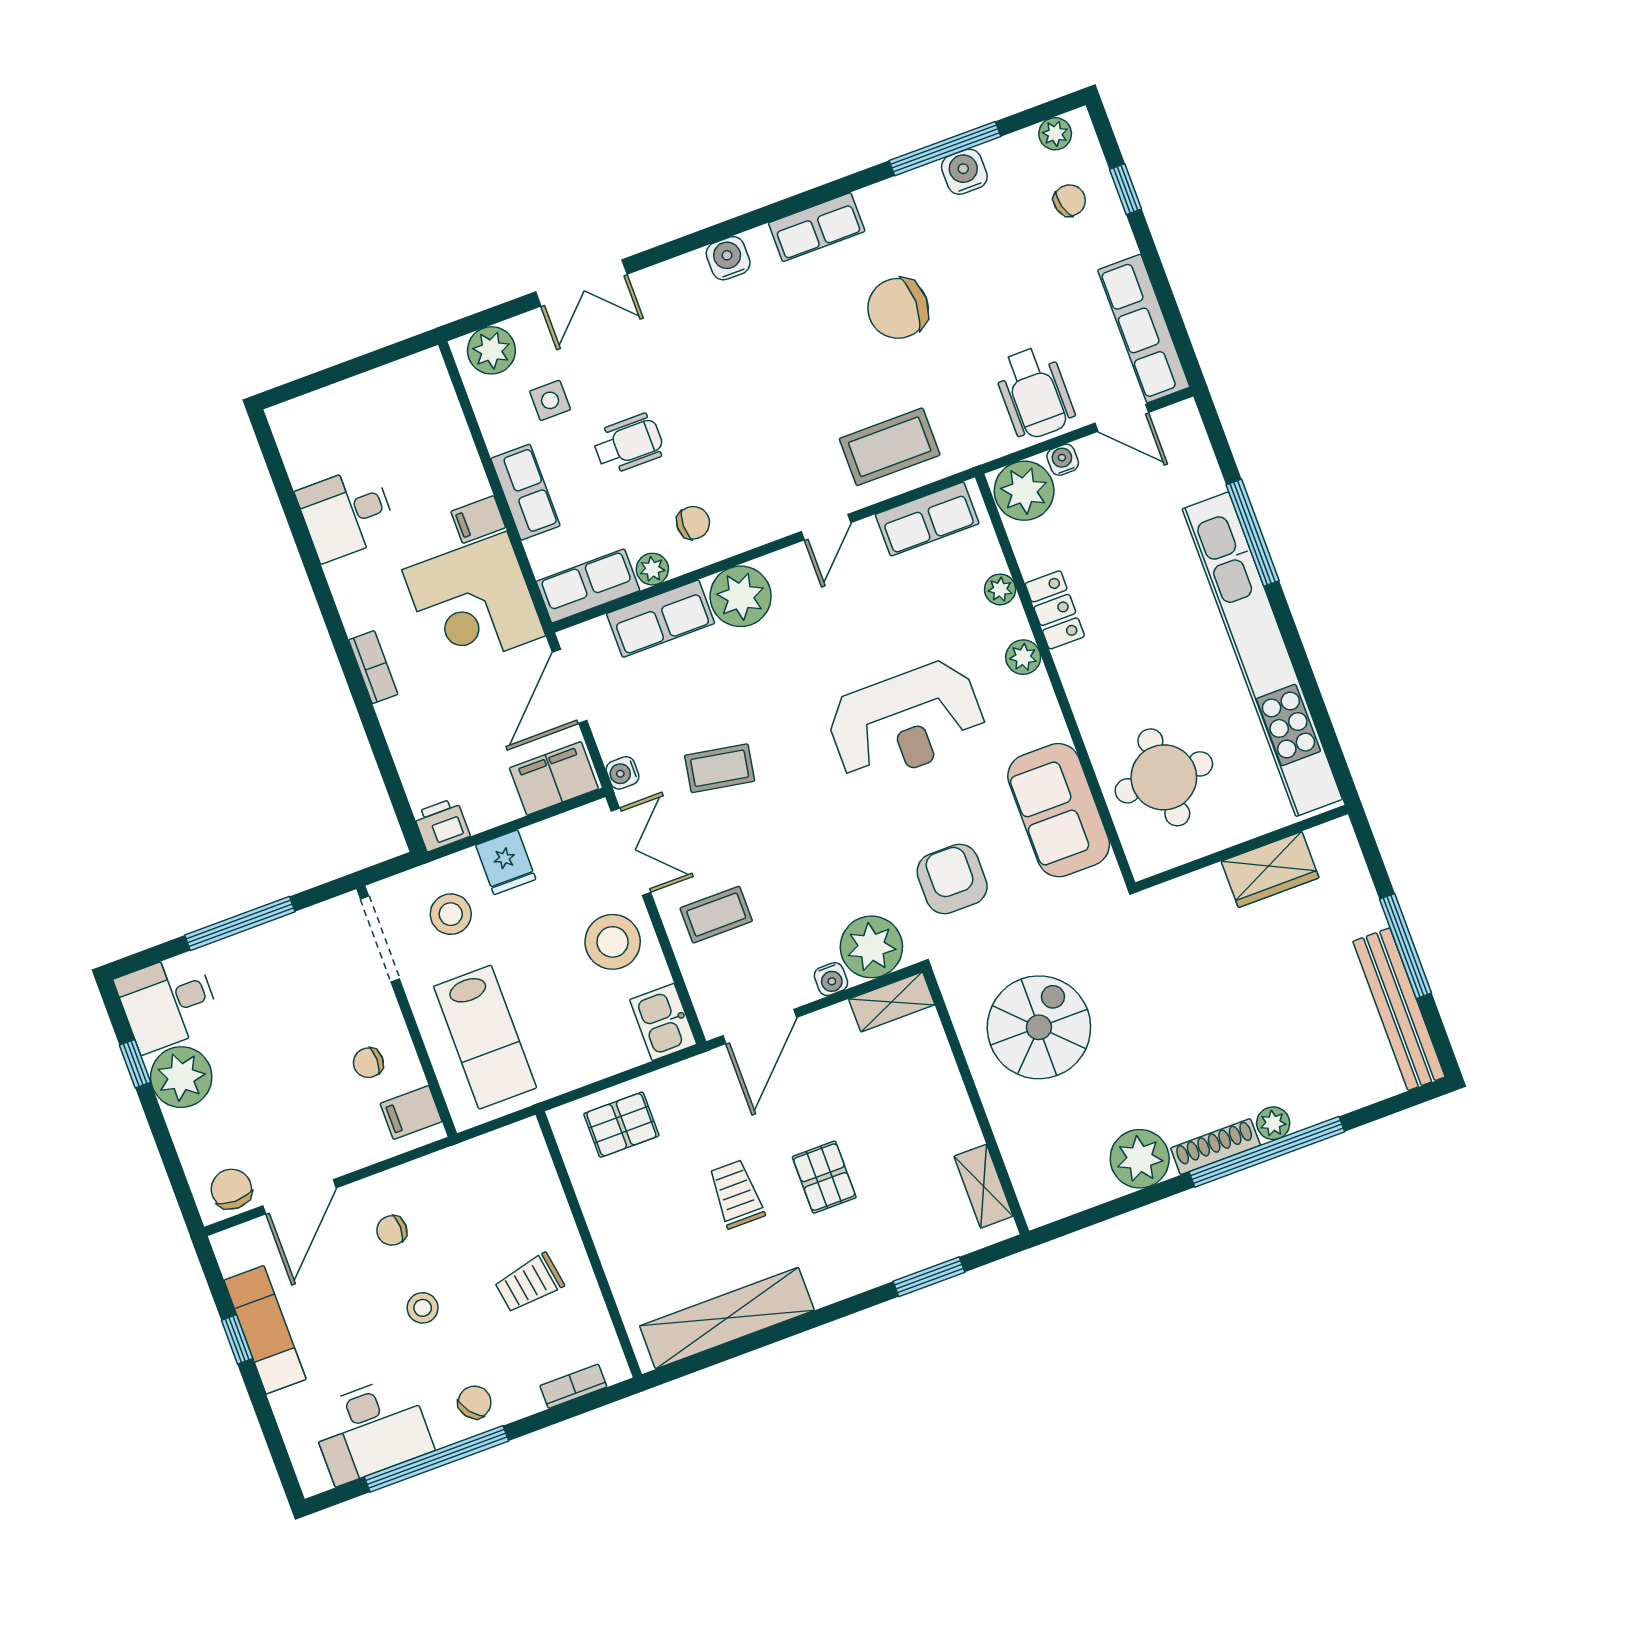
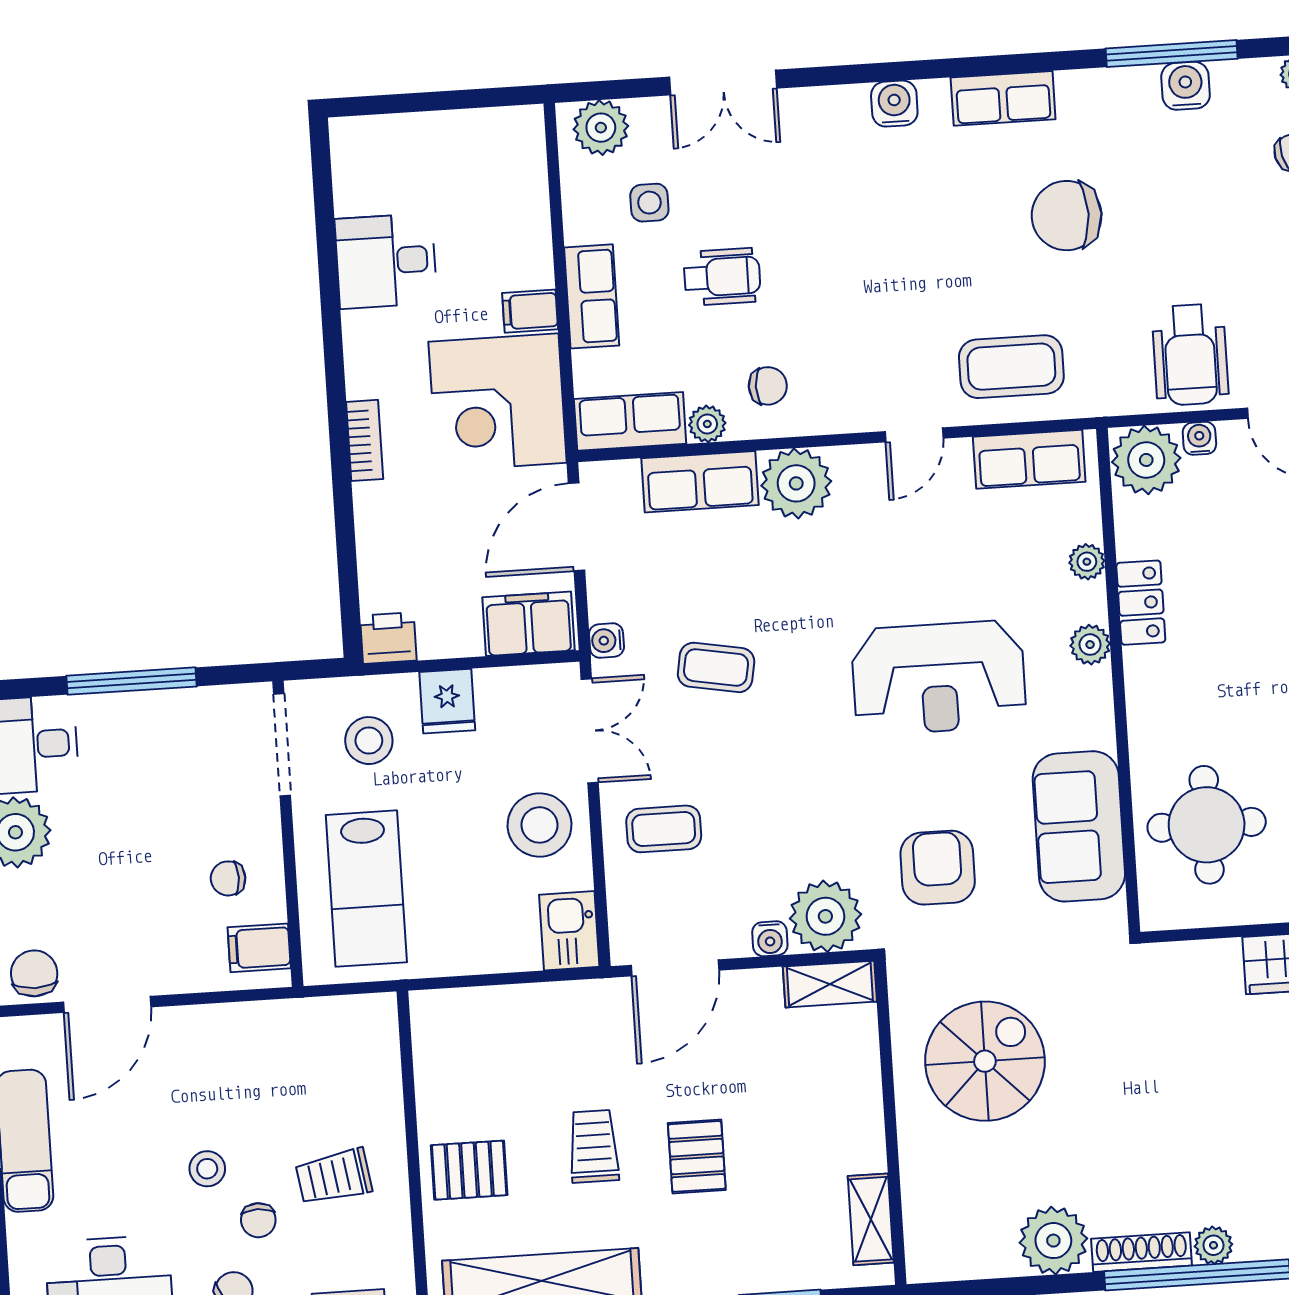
pallet: (621, 1125) -> (469, 1170), moved
chair: (392, 1230) -> (258, 1220), moved, turned -90

